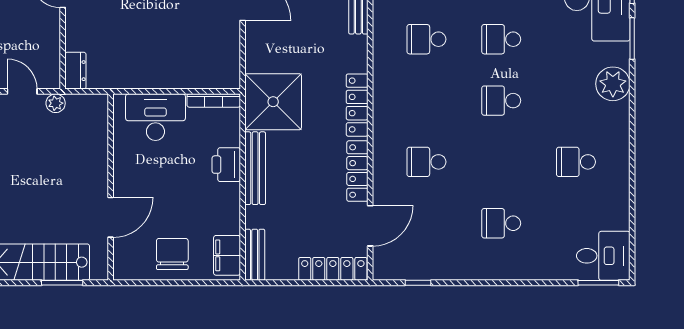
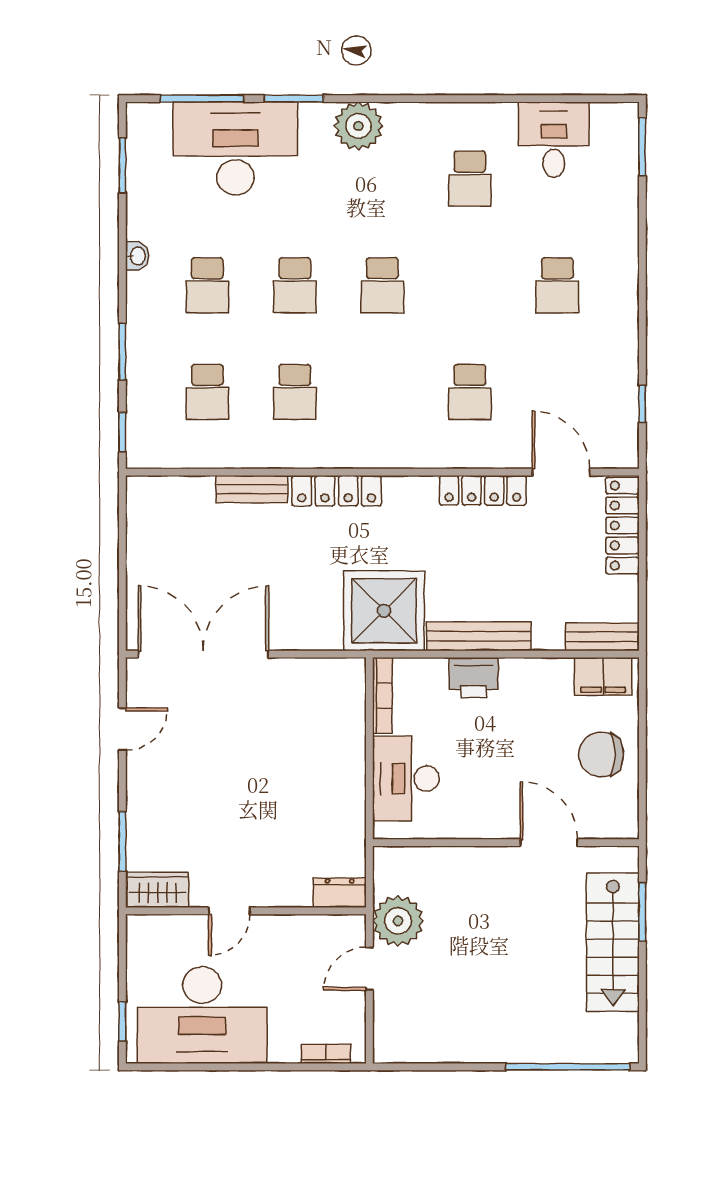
plant: (56, 103) -> (398, 921), width x1.87, depth x1.87
locker: (357, 105) -> (337, 491), moved
desk: (603, 256) -> (554, 140), moved

